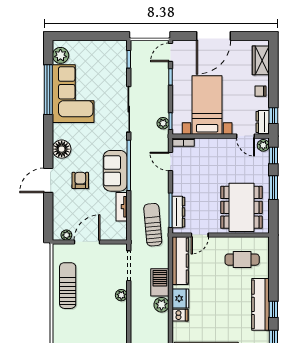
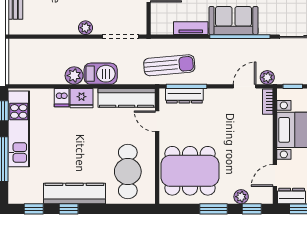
plant: (163, 123) -> (267, 77), moved
plant: (263, 145) -> (241, 197), moved
cafe table: (242, 260) -> (128, 172), width x1.37, depth x1.35

